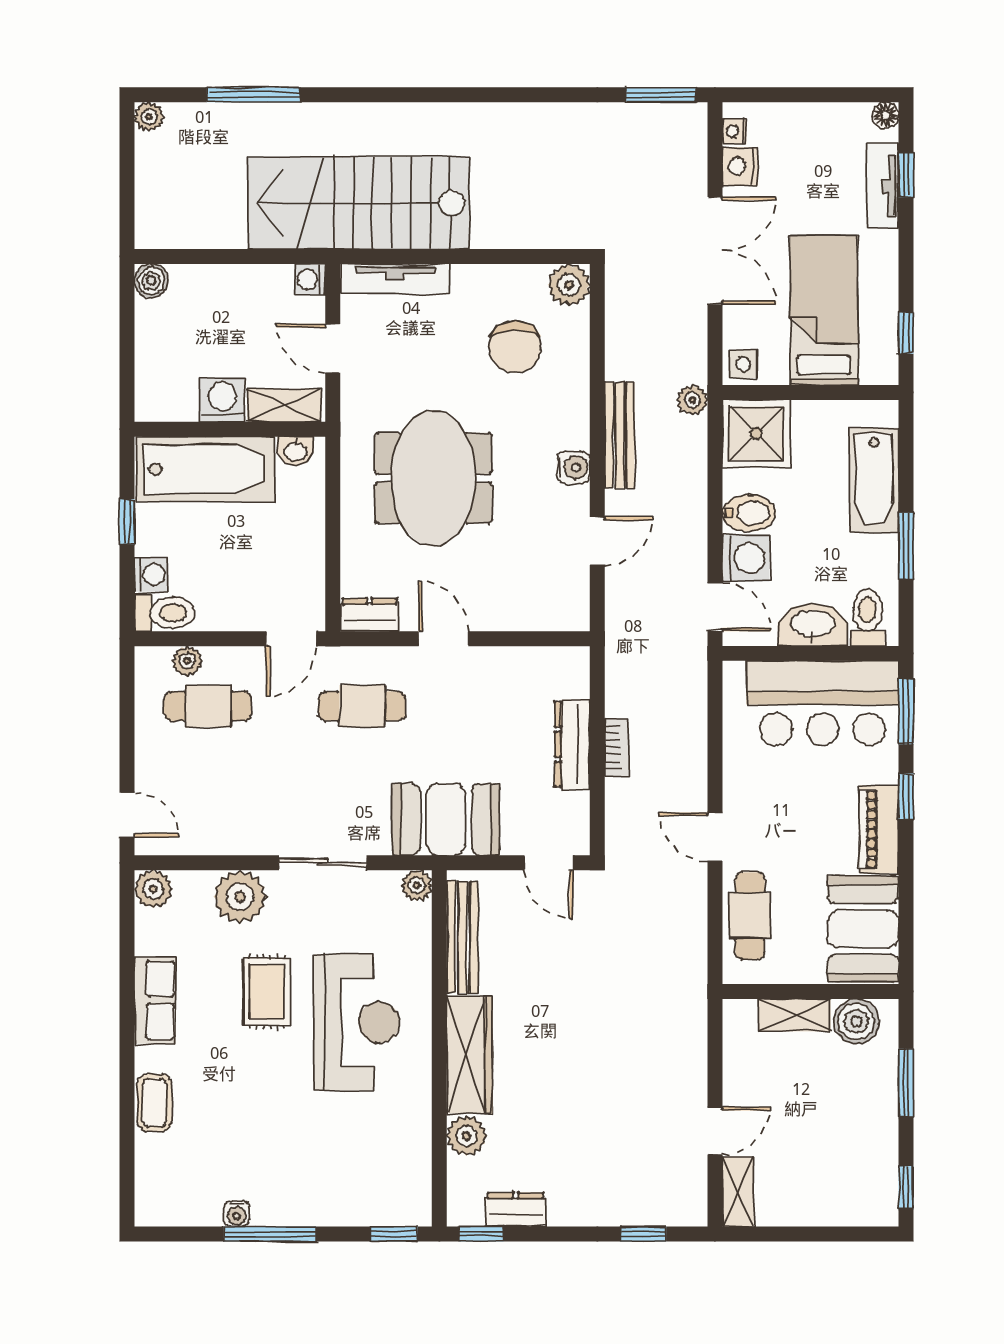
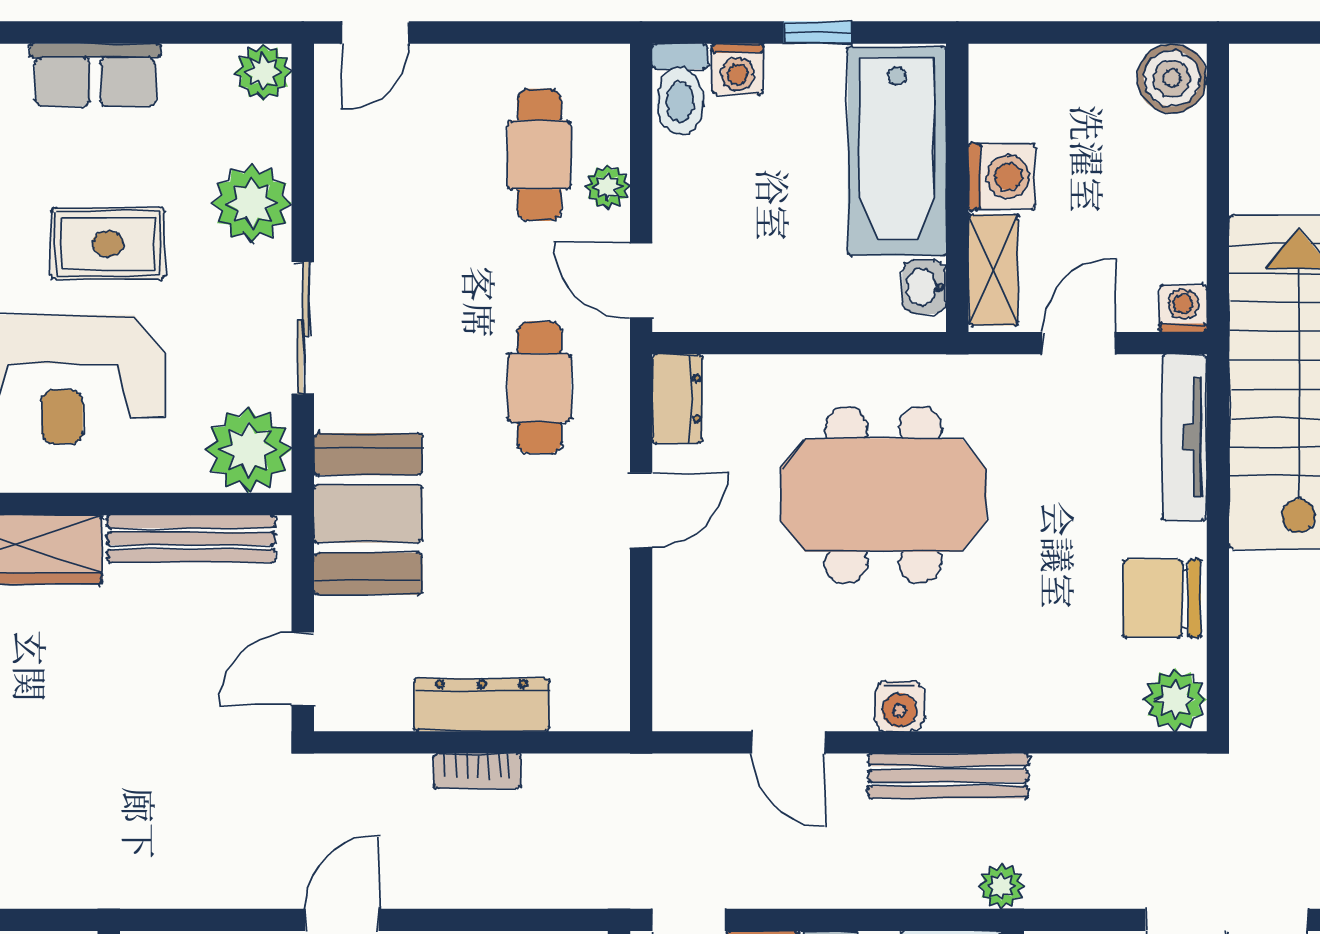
boiler: (151, 281) -> (1172, 79), width x1.36, depth x1.36
chair: (515, 347) -> (1162, 598), moved
plant: (187, 661) -> (607, 187), moved
plant: (417, 885) -> (248, 450), width x1.88, depth x1.88

